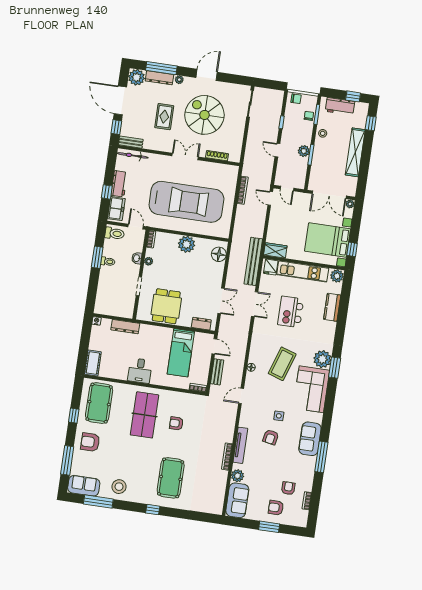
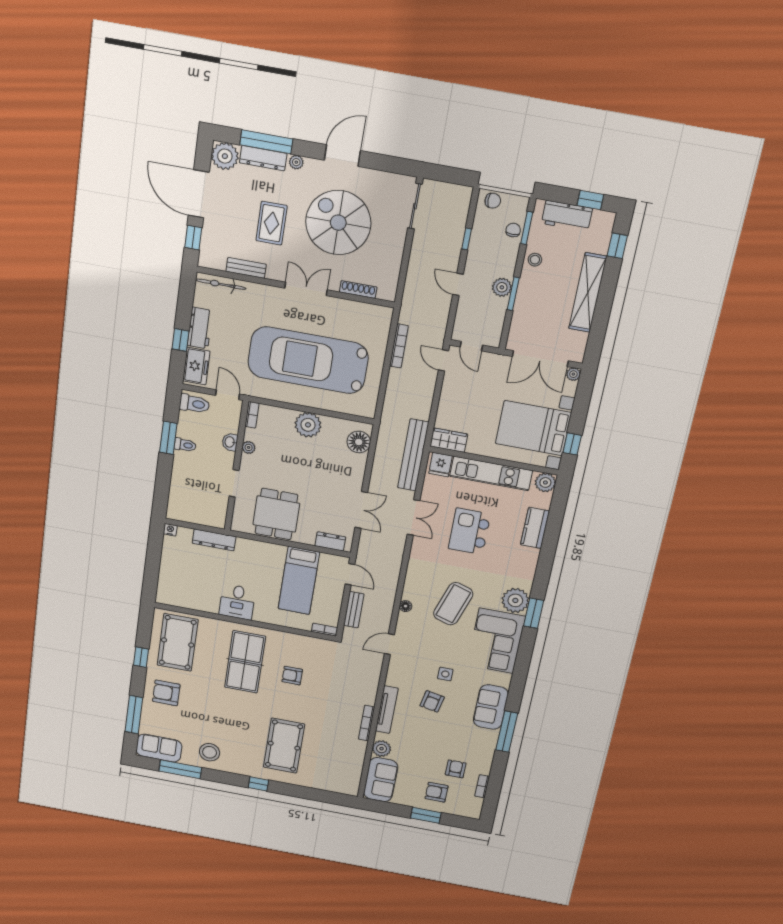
bench: (131, 142) -> (246, 268), moved
car: (186, 202) -> (308, 360), turned 180
cot: (93, 363) -> (167, 588), removed

